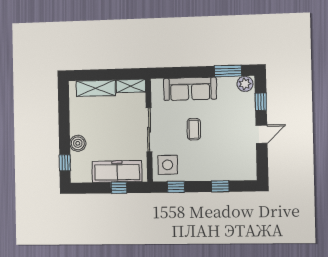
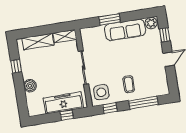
window: (228, 71) -> (110, 19), moved
sofa: (190, 89) -> (125, 30), moved
coffee table: (194, 129) -> (129, 84), moved
window: (65, 163) -> (16, 66), moved
window: (220, 186) -> (143, 103), width x2.17

